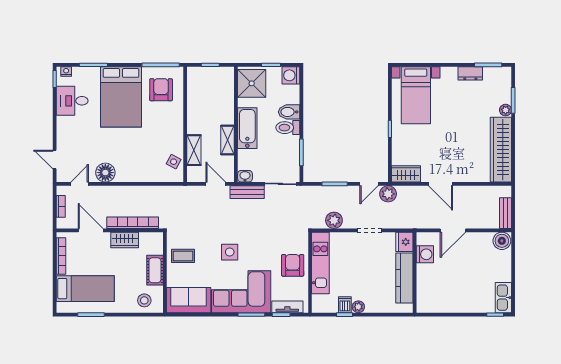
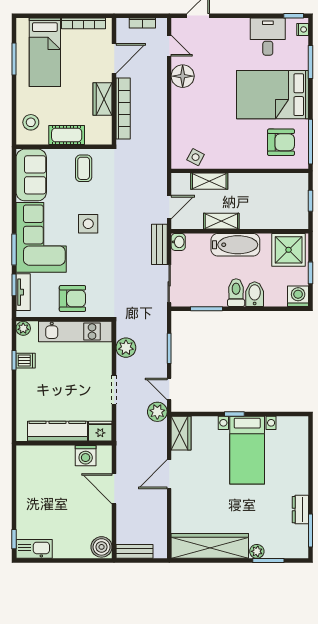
bed with nightstands: (416, 95) -> (247, 450), moved, turned -90
plant: (358, 307) -> (23, 328), moved

